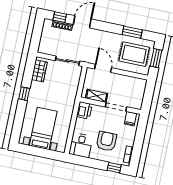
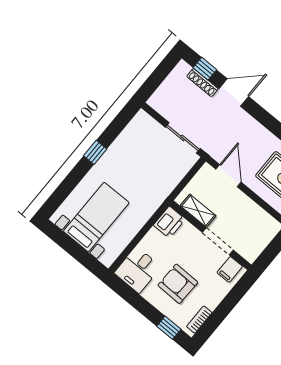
wardrobe: (39, 71) -> (134, 131), removed
armchair: (106, 141) -> (178, 284), turned -89

